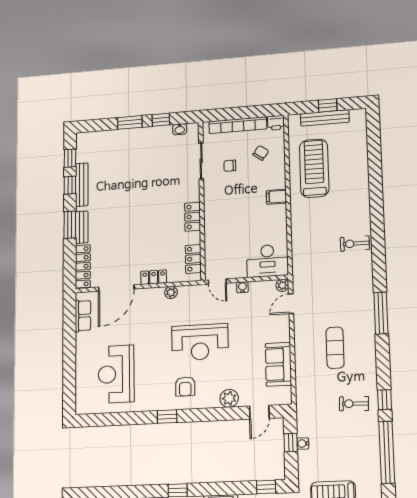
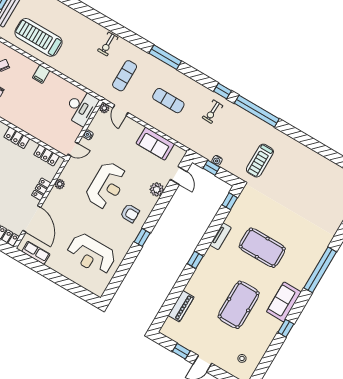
exercise mat: (332, 284) -> (125, 76), added

